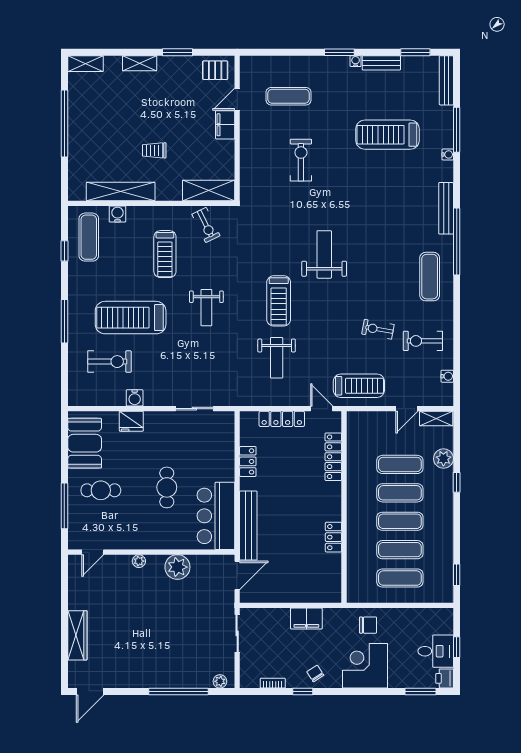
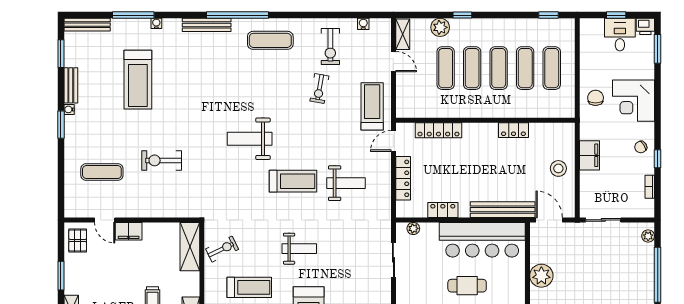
exercise mat: (289, 96) -> (102, 172), turned 90
plant: (228, 430) -> (413, 228), added
bar counter: (216, 516) -> (482, 240), width x1.36
stool: (292, 585) -> (558, 168), added

